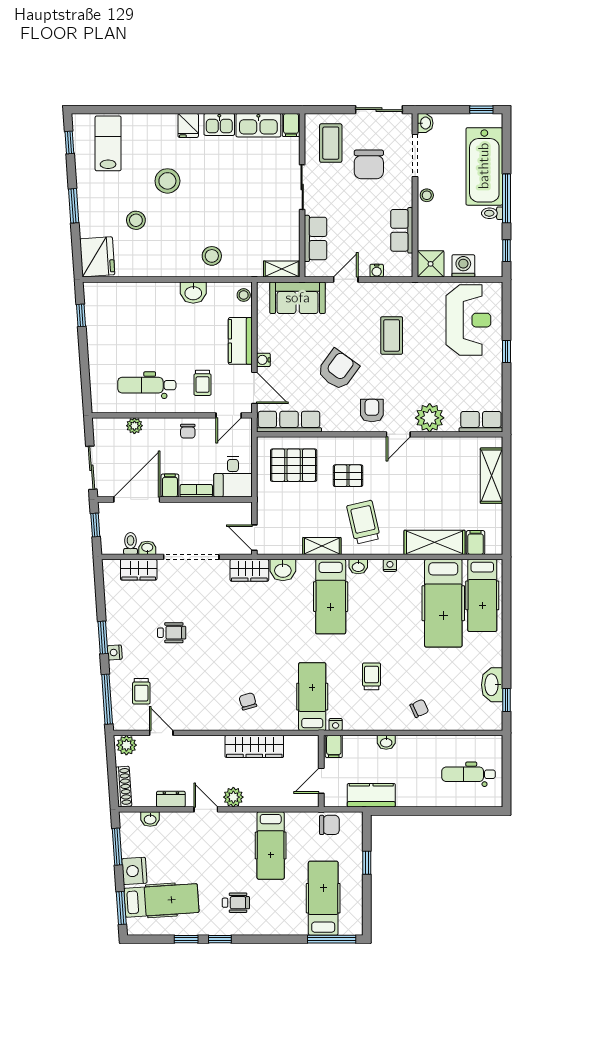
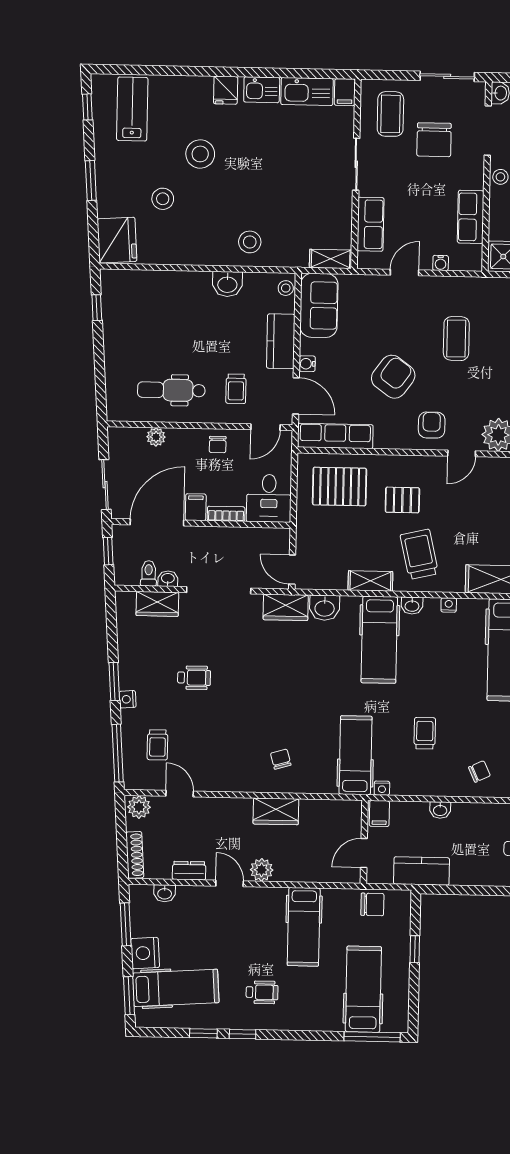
sofa: (298, 298) -> (319, 305), moved, turned -90
wardrobe: (254, 746) -> (276, 811), width x0.67

